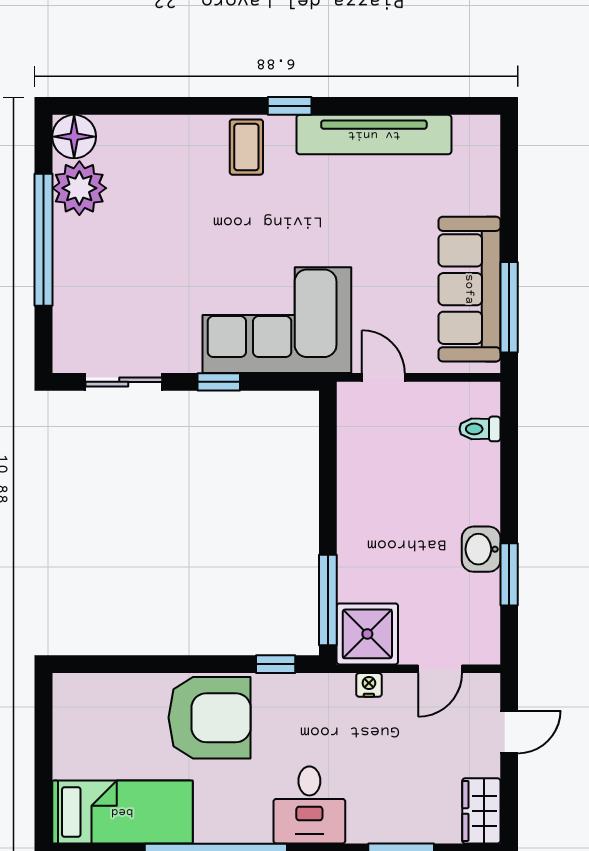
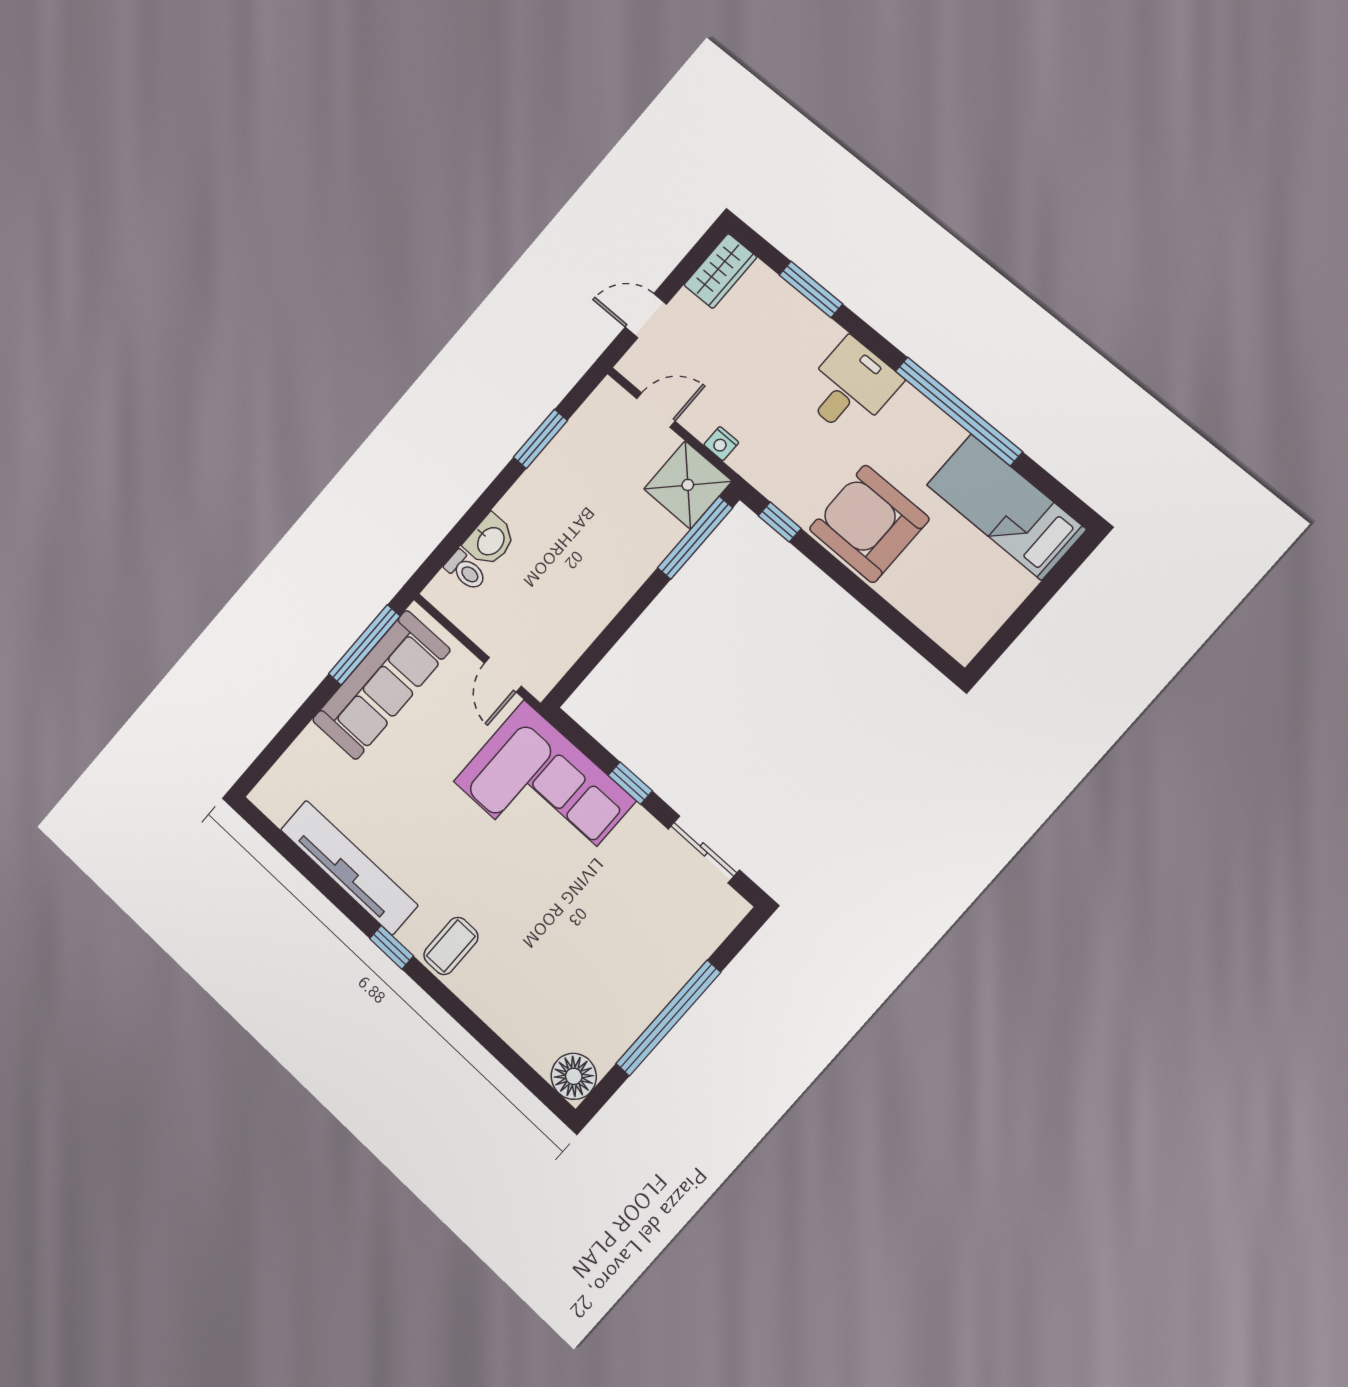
plant: (79, 188) -> (605, 1033), removed
washbasin: (481, 549) -> (490, 540), moved

